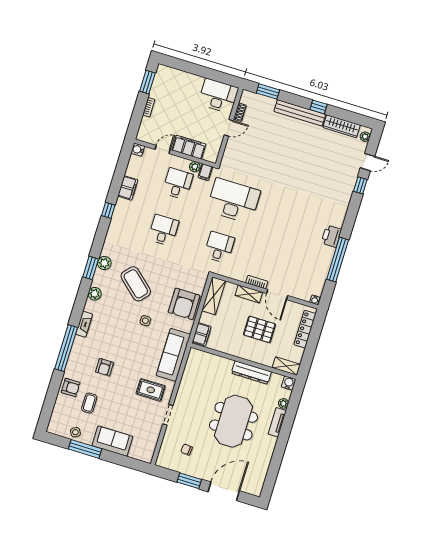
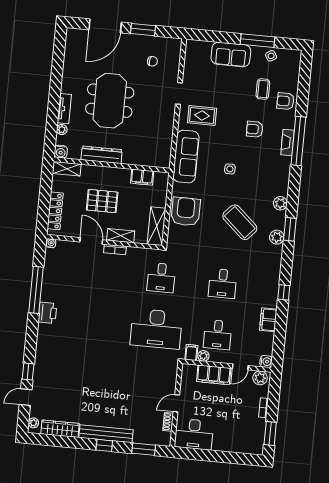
window: (318, 107) -> (104, 445), moved
plant: (146, 136) -> (260, 378), added
side table: (145, 321) -> (230, 169), moved
fireplace: (84, 324) -> (288, 142), moved
filing cabinet: (202, 334) -> (142, 177), moved, turned -90
armchair: (104, 367) -> (255, 129), turned -90

